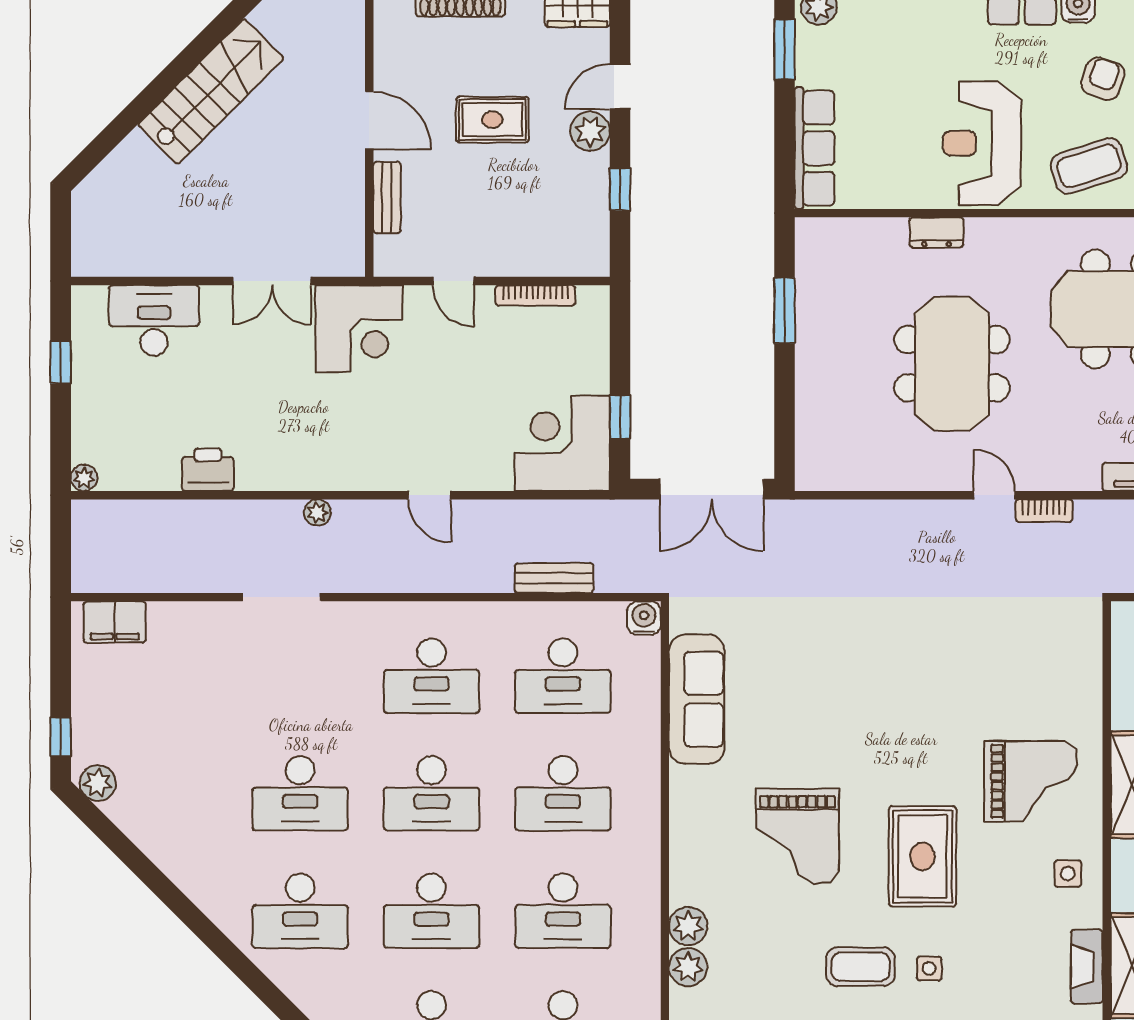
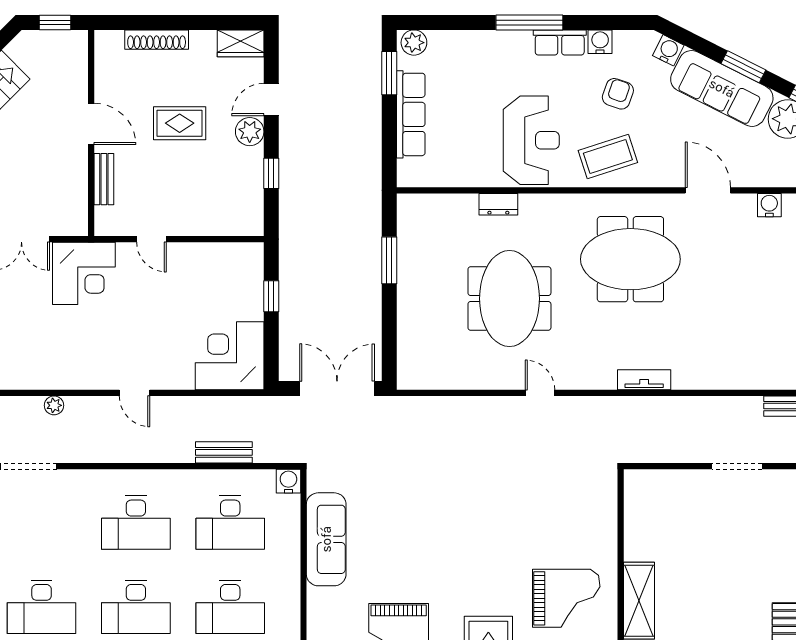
reception desk: (982, 143) -> (531, 140), turned 180
row of seats: (814, 148) -> (411, 114), moved
bookcase: (535, 295) -> (211, 249), removed
window: (620, 417) -> (271, 296), moved
double door: (712, 489) -> (337, 389), swing flipped
bookcase: (1044, 511) -> (576, 404), removed

